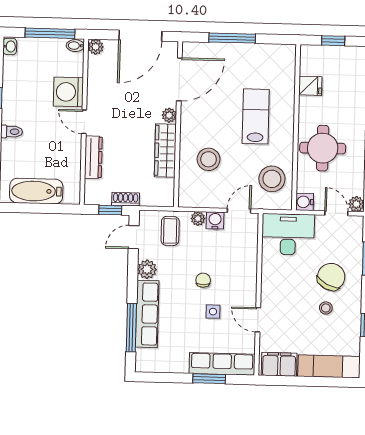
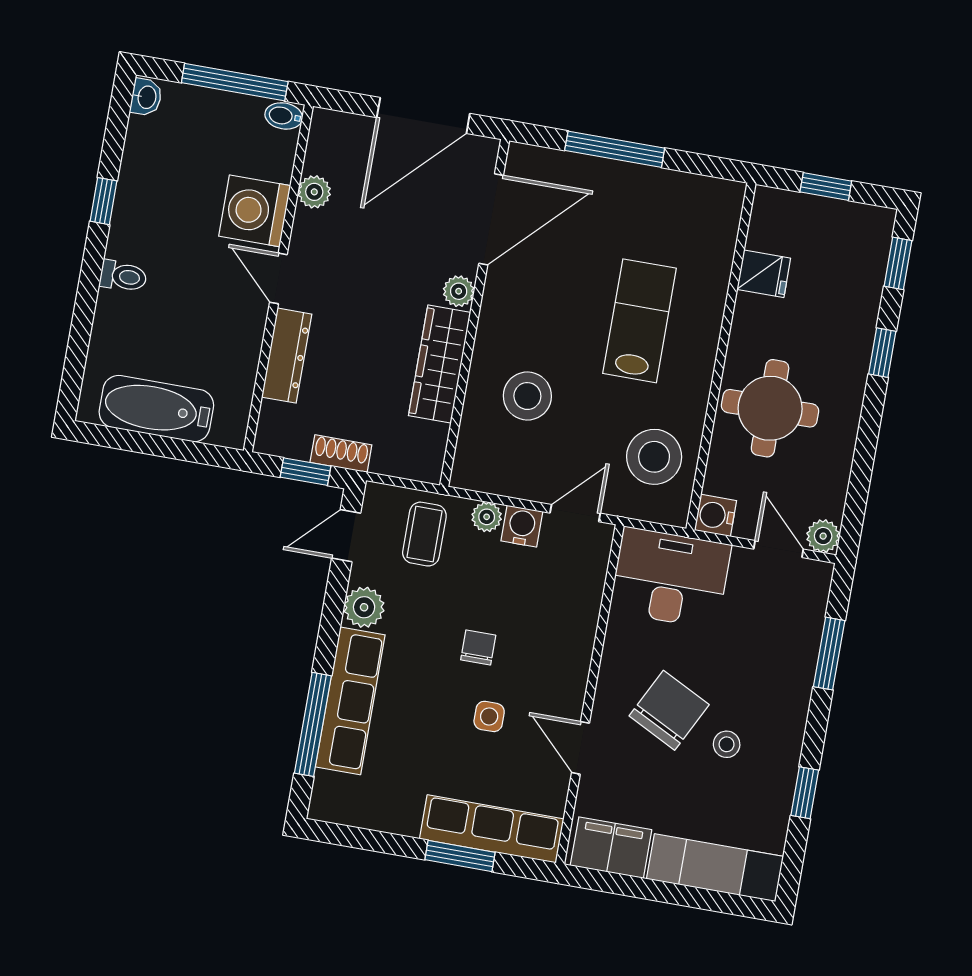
plant: (96, 47) -> (314, 192), moved
chair: (331, 277) -> (669, 710), moved

